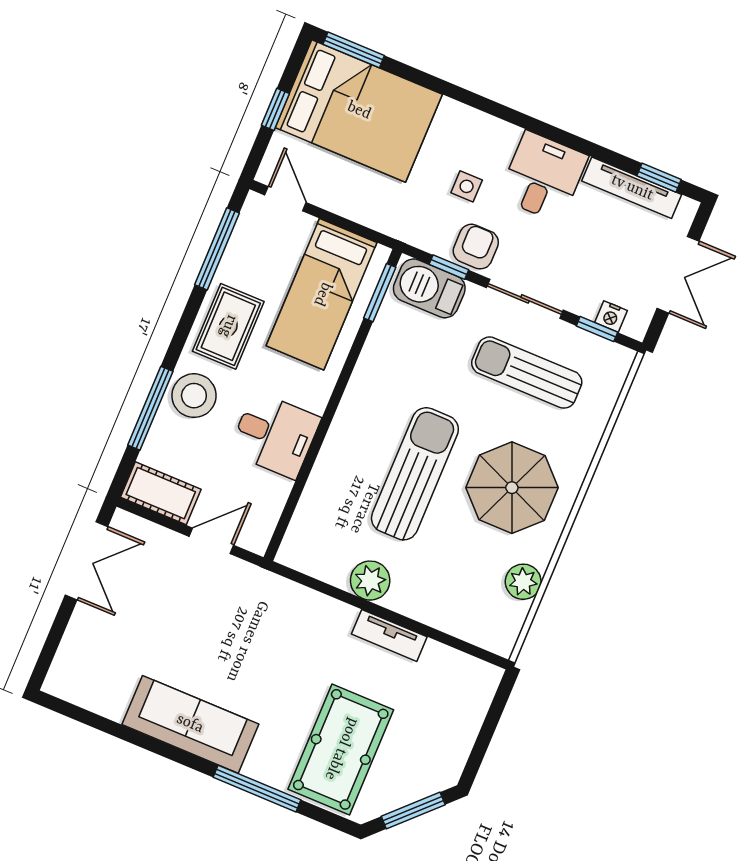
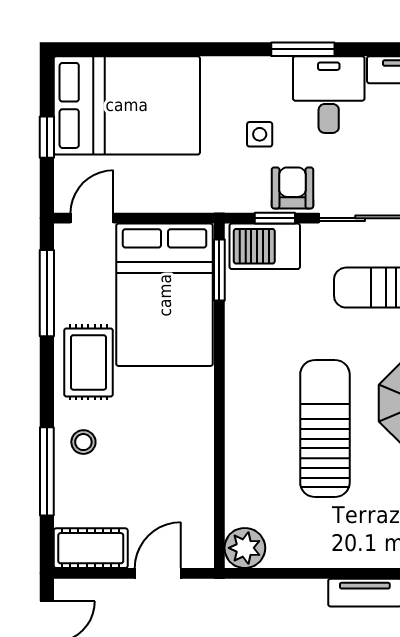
window: (354, 50) -> (303, 49), moved
door: (285, 199) -> (92, 218), hinge flipped
bed: (322, 294) -> (165, 295), width x1.50
stool: (194, 396) -> (83, 442), width x0.53, depth x0.53
desk: (275, 435) -> (176, 447), removed
plant: (370, 581) -> (245, 548), moved

